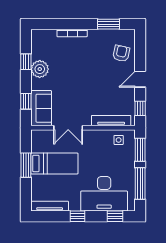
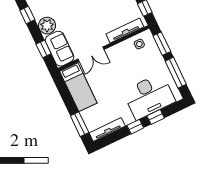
plant: (40, 69) -> (47, 26), moved
bed: (54, 163) -> (78, 87), moved, turned 90
window: (26, 165) -> (80, 124), moved
window: (115, 216) -> (156, 117), moved

